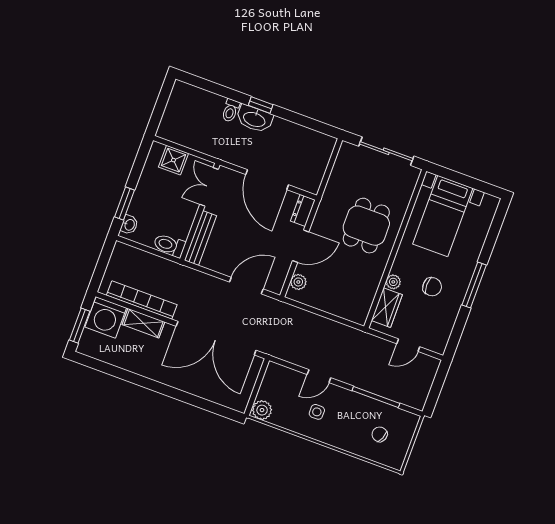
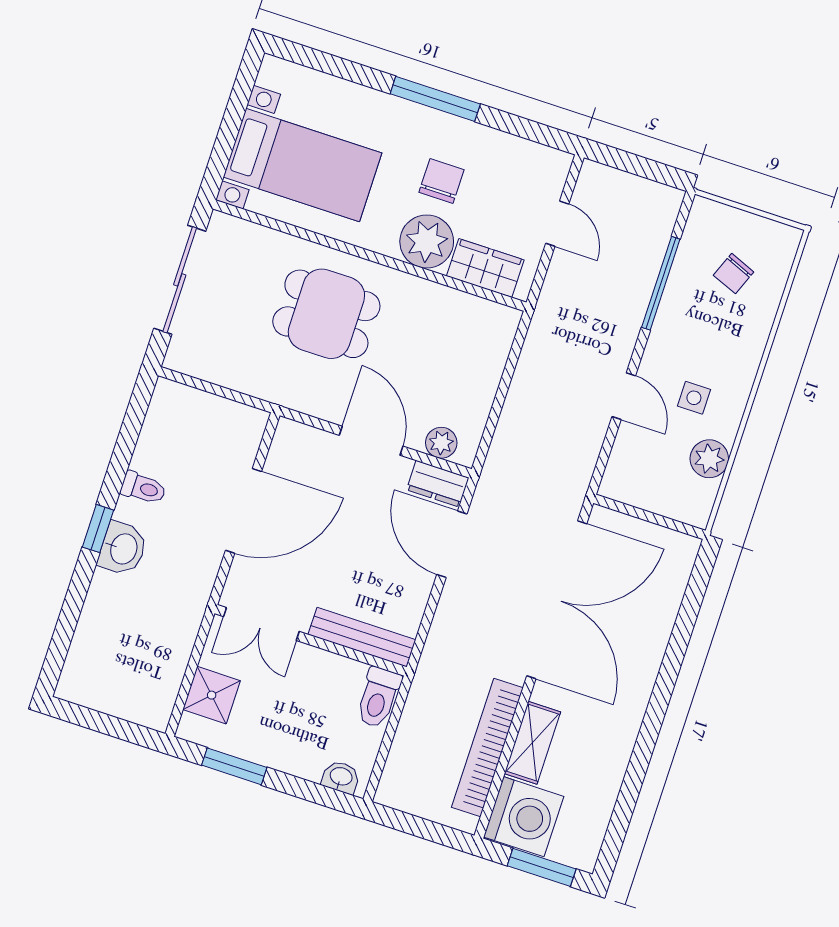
toilet: (231, 110) -> (143, 488), moved
washbasin: (254, 119) -> (123, 549), width x0.72
window: (125, 203) -> (234, 766), moved
dresser: (303, 210) -> (438, 484), moved
plant: (393, 282) -> (427, 241), width x1.88, depth x1.88
plant: (262, 410) -> (709, 459), moved

